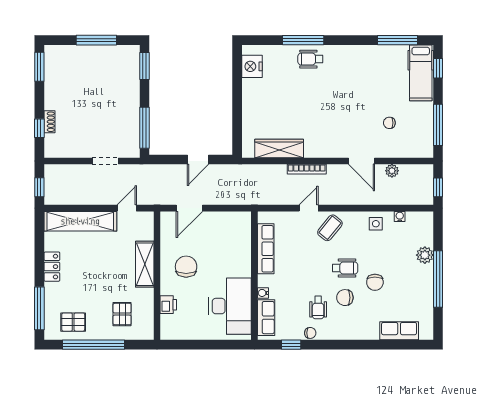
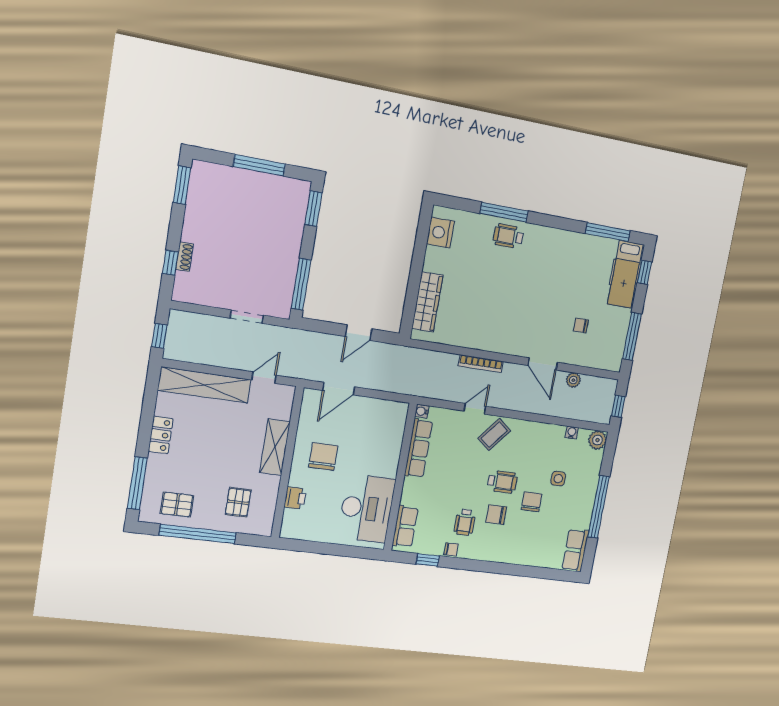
wardrobe: (279, 149) -> (427, 302), moved, turned 90
side table: (376, 224) -> (558, 479), moved
plant: (425, 255) -> (597, 440), moved
chair: (375, 282) -> (532, 502), turned 180
water cooler: (263, 293) -> (422, 411), moved
row of seats: (399, 331) -> (575, 550), moved, turned -90

